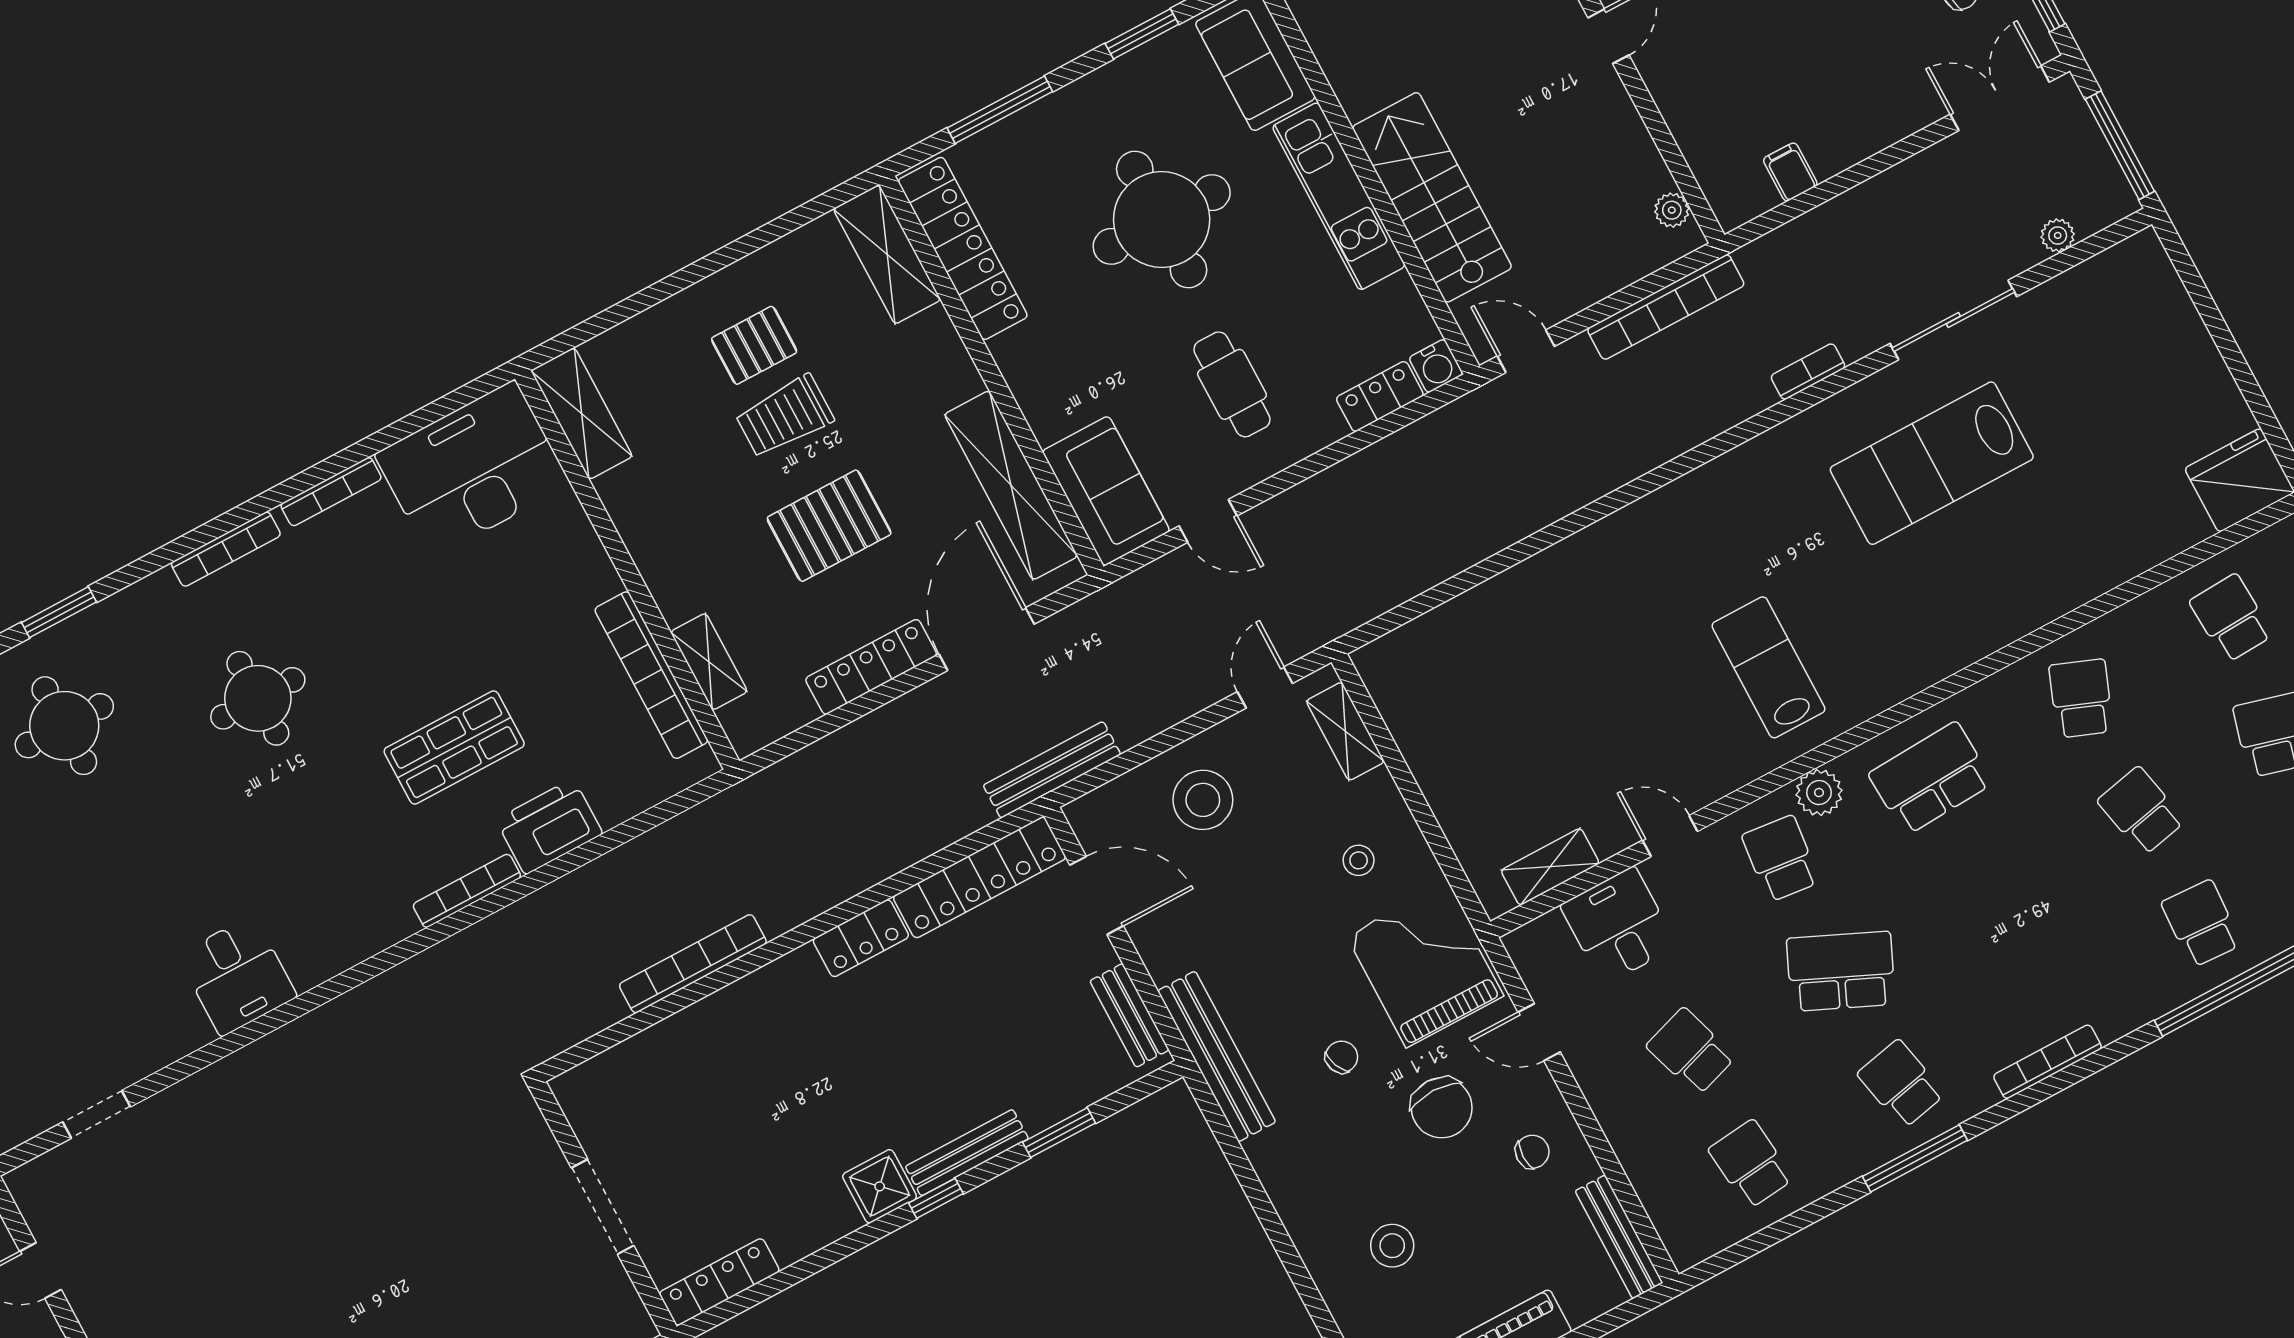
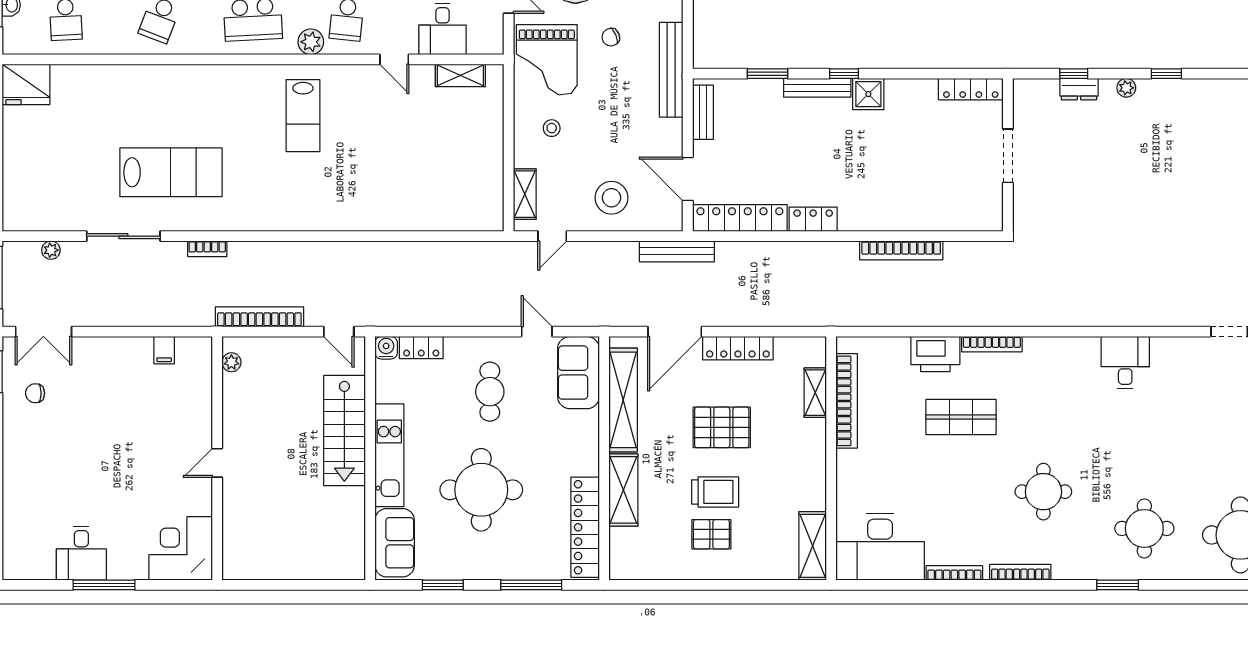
shelving: (887, 254) -> (623, 490), moved

